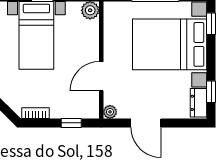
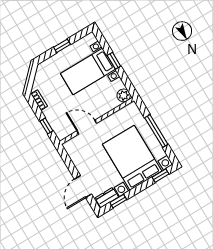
plant: (110, 112) -> (68, 146), removed
door: (146, 123) -> (83, 187), moved

